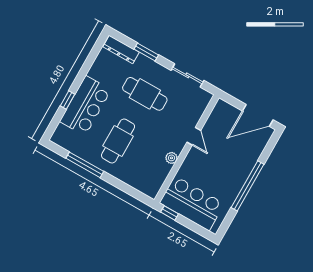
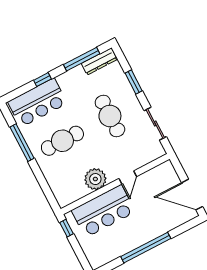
dresser: (121, 50) -> (99, 61), moved, turned -90
window: (90, 61) -> (82, 59), added
bar counter: (85, 106) -> (38, 103), moved
plant: (171, 158) -> (95, 179), width x1.87, depth x1.87
bar counter: (192, 203) -> (103, 211), moved, turned 90

